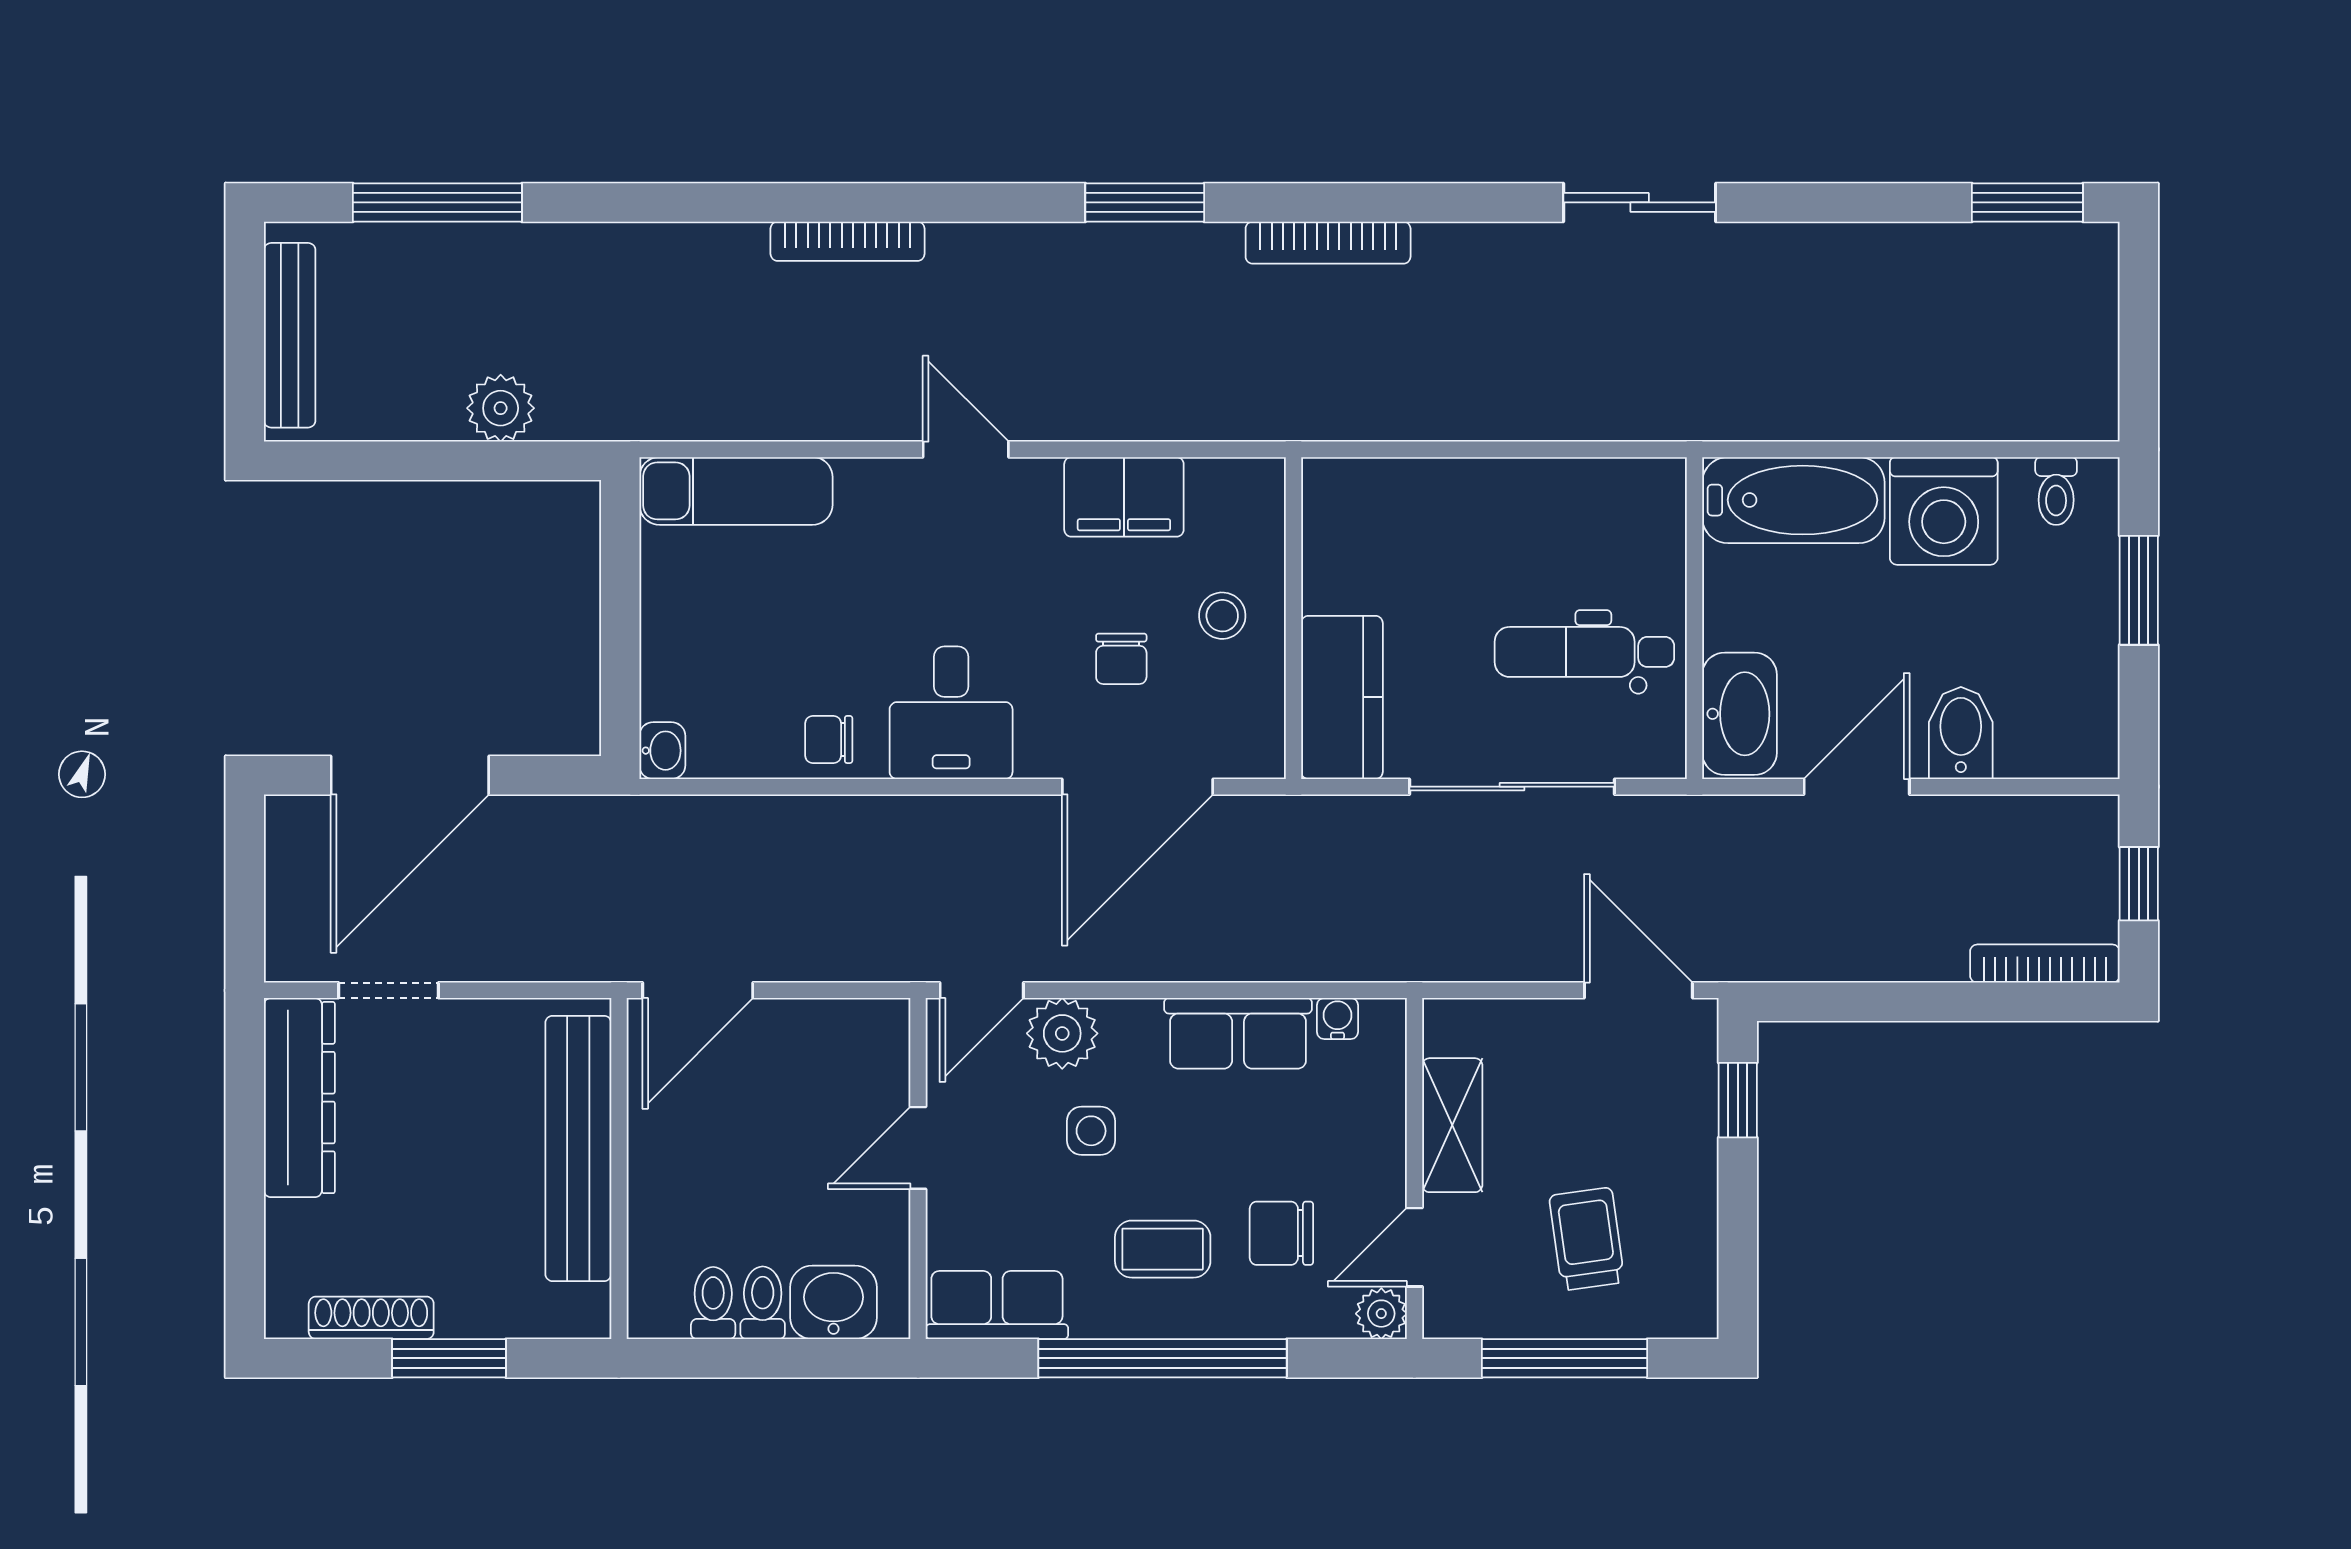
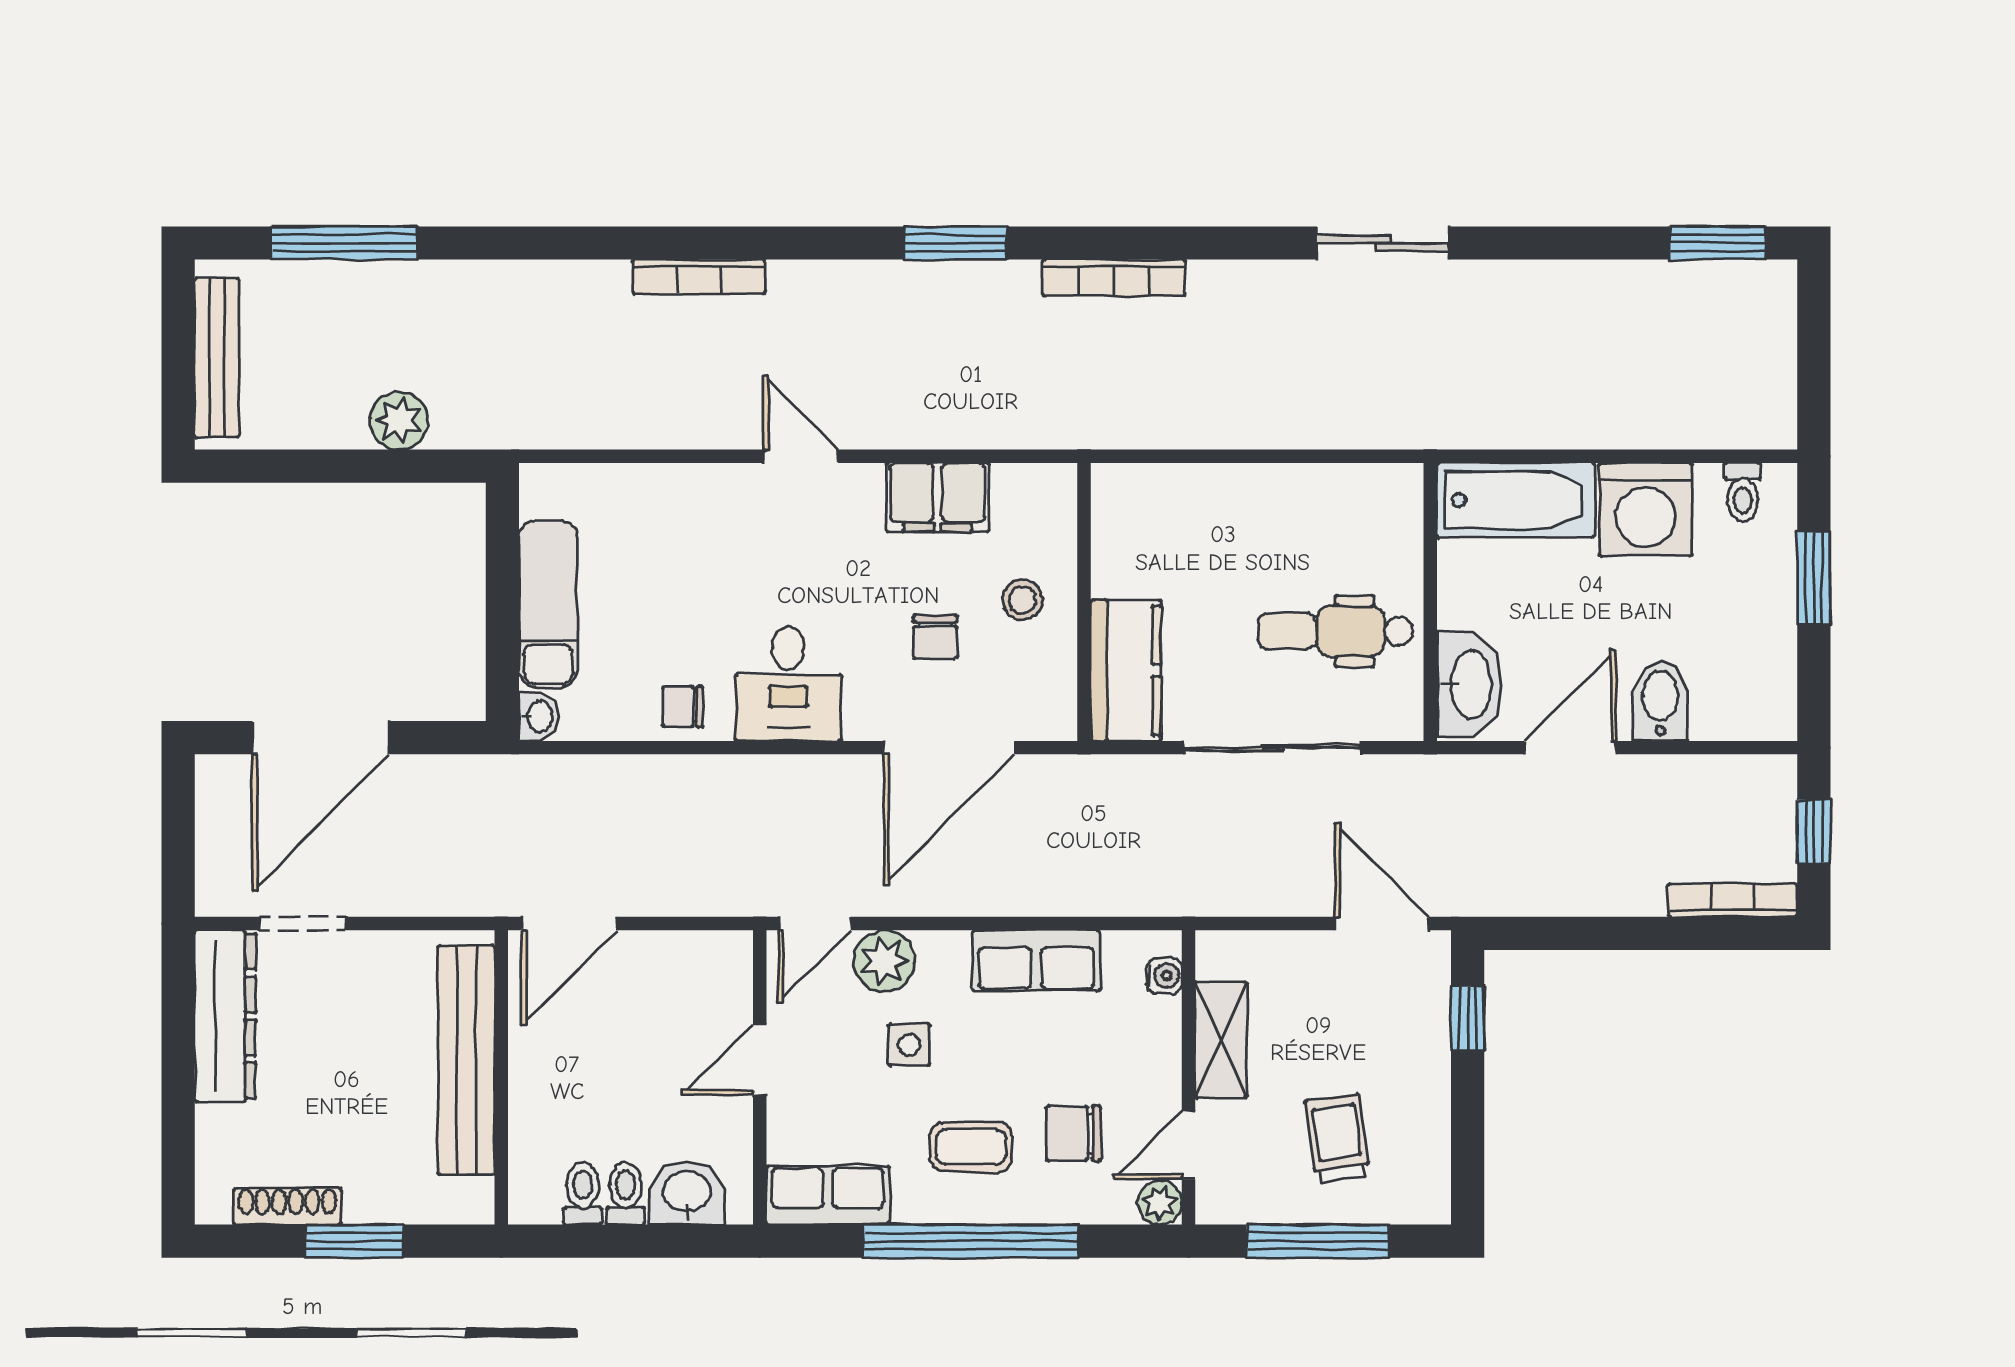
exam couch: (736, 491) -> (548, 604), moved, turned -90
water cooler: (1337, 1019) -> (1164, 976), moved, turned 90

